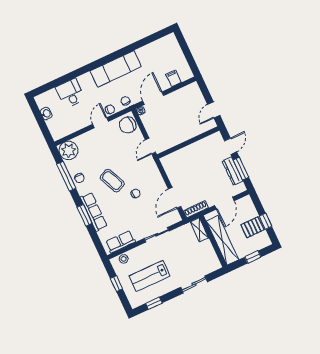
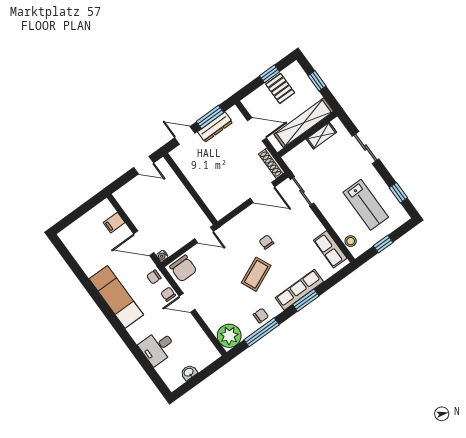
shelving: (199, 230) -> (321, 136), moved
sliding door: (157, 235) -> (302, 191), moved

